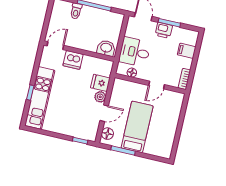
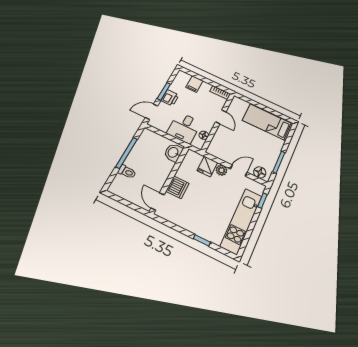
kitchen unit: (40, 98) -> (241, 221), moved, turned -90
door: (104, 113) -> (239, 171), hinge flipped
bed: (137, 127) -> (268, 122), moved

